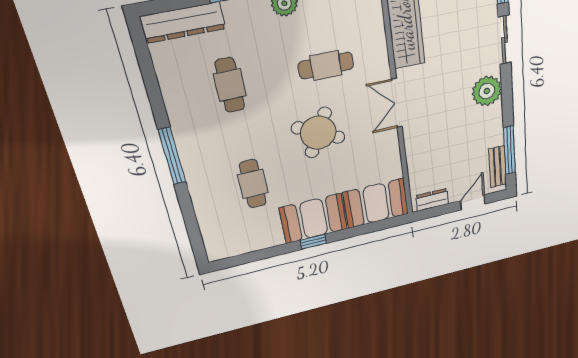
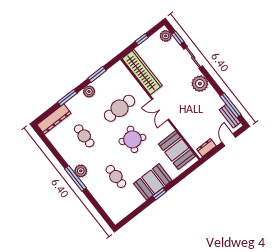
cafe table: (326, 65) -> (120, 108), width x1.37, depth x1.35
plant: (190, 147) -> (81, 171), added
booth: (376, 203) -> (177, 150), moved, turned 90

